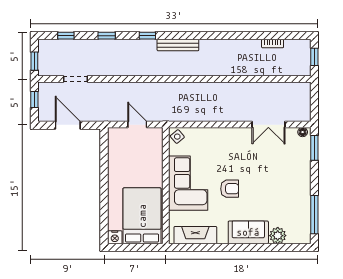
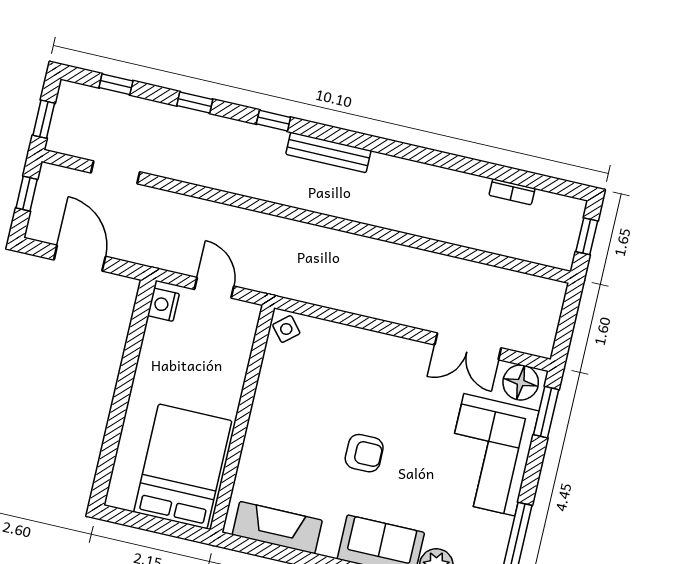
floor lamp: (303, 132) -> (521, 382), width x1.89, depth x1.89
corner sofa: (188, 183) -> (489, 455), moved, turned 180
nightstand: (115, 237) -> (163, 305), moved, turned 90

